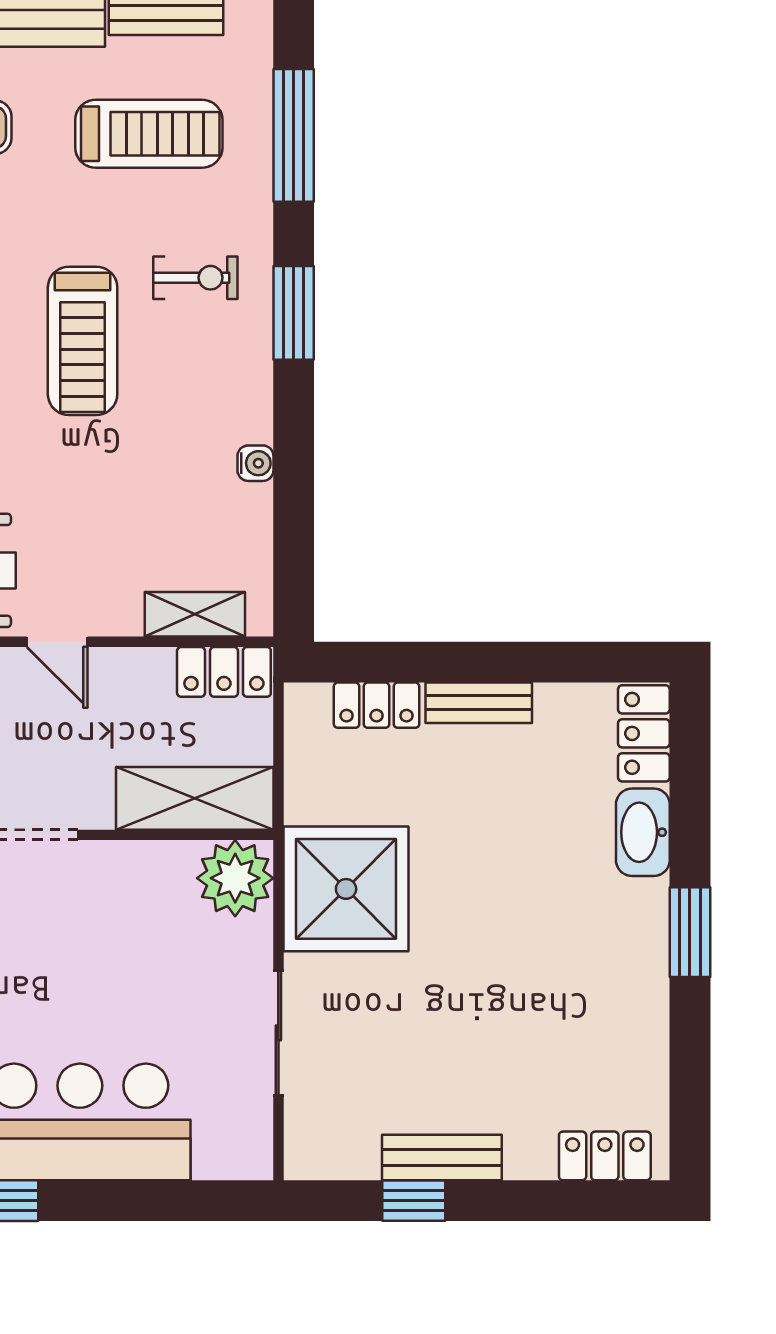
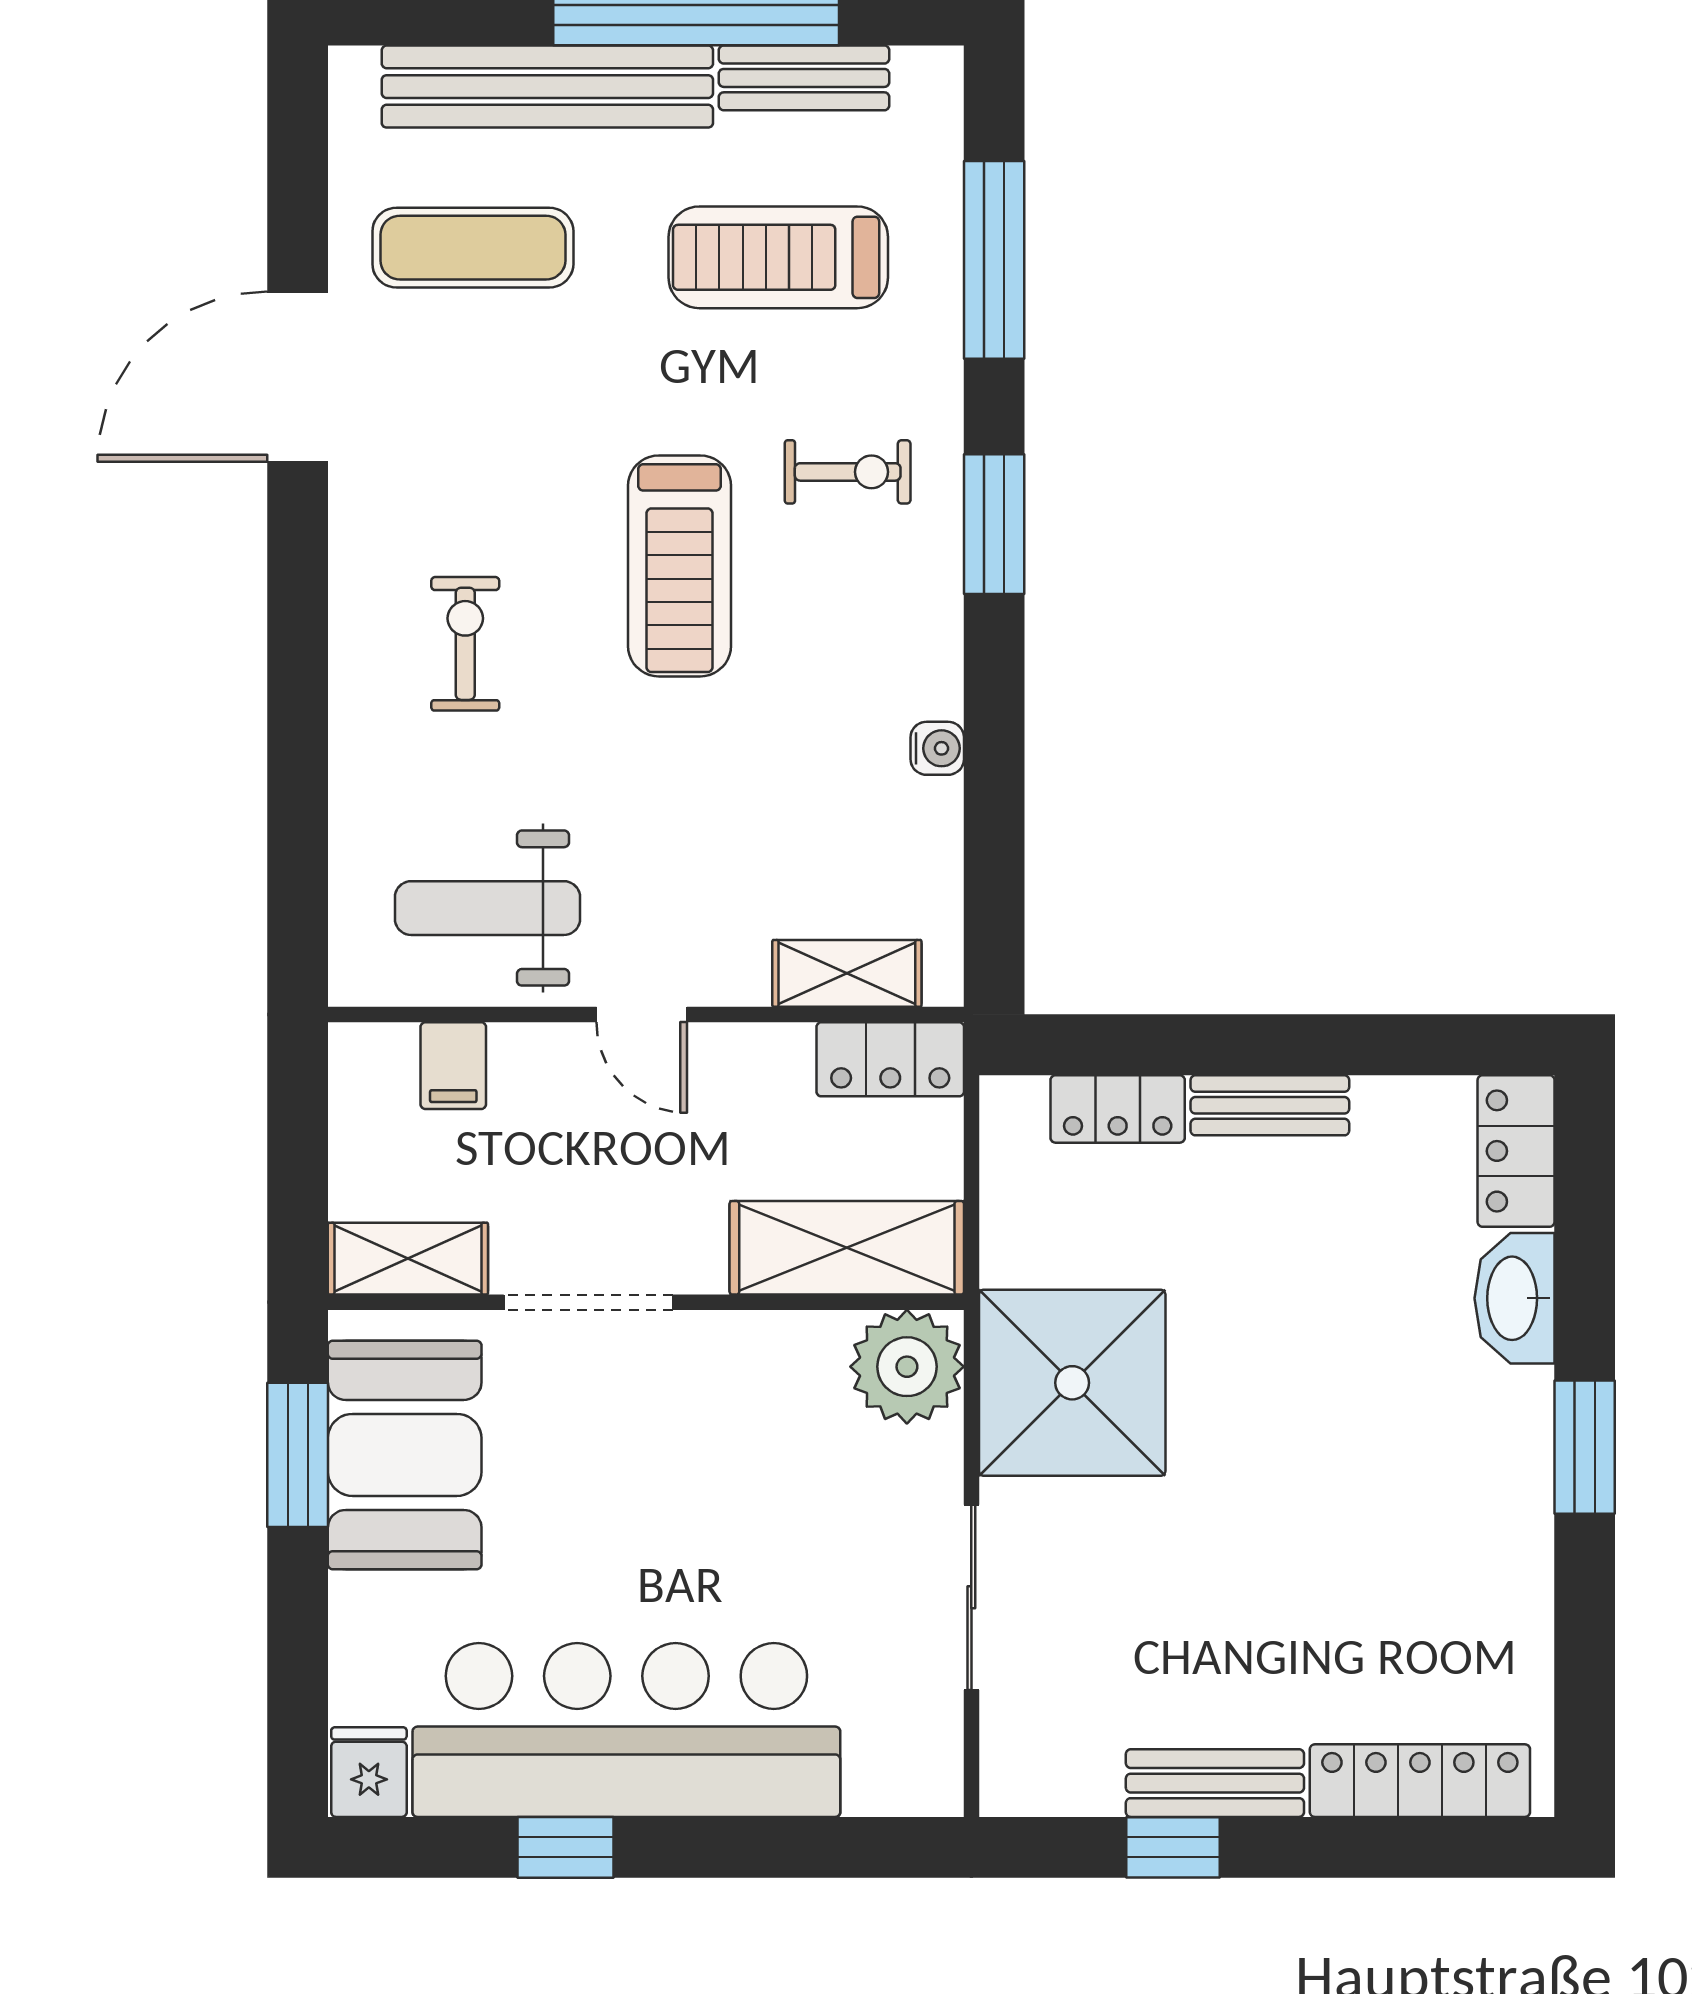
treadmill: (149, 134) -> (778, 257), turned 180
locker: (605, 1156) -> (1420, 1781), width x1.53

